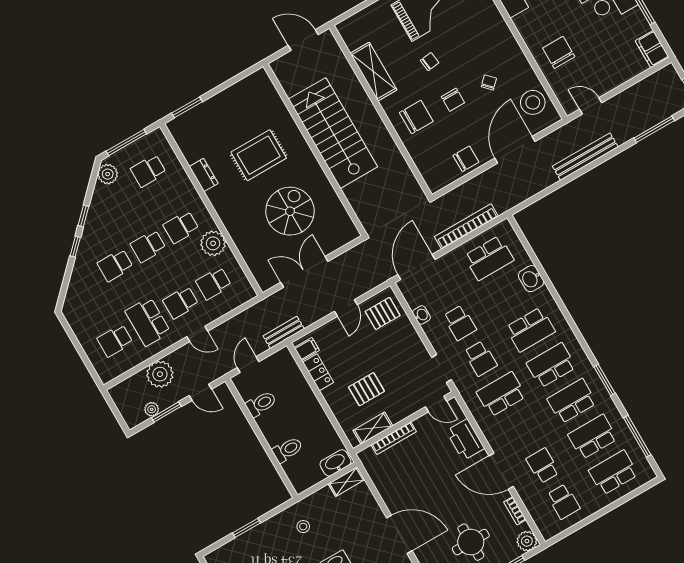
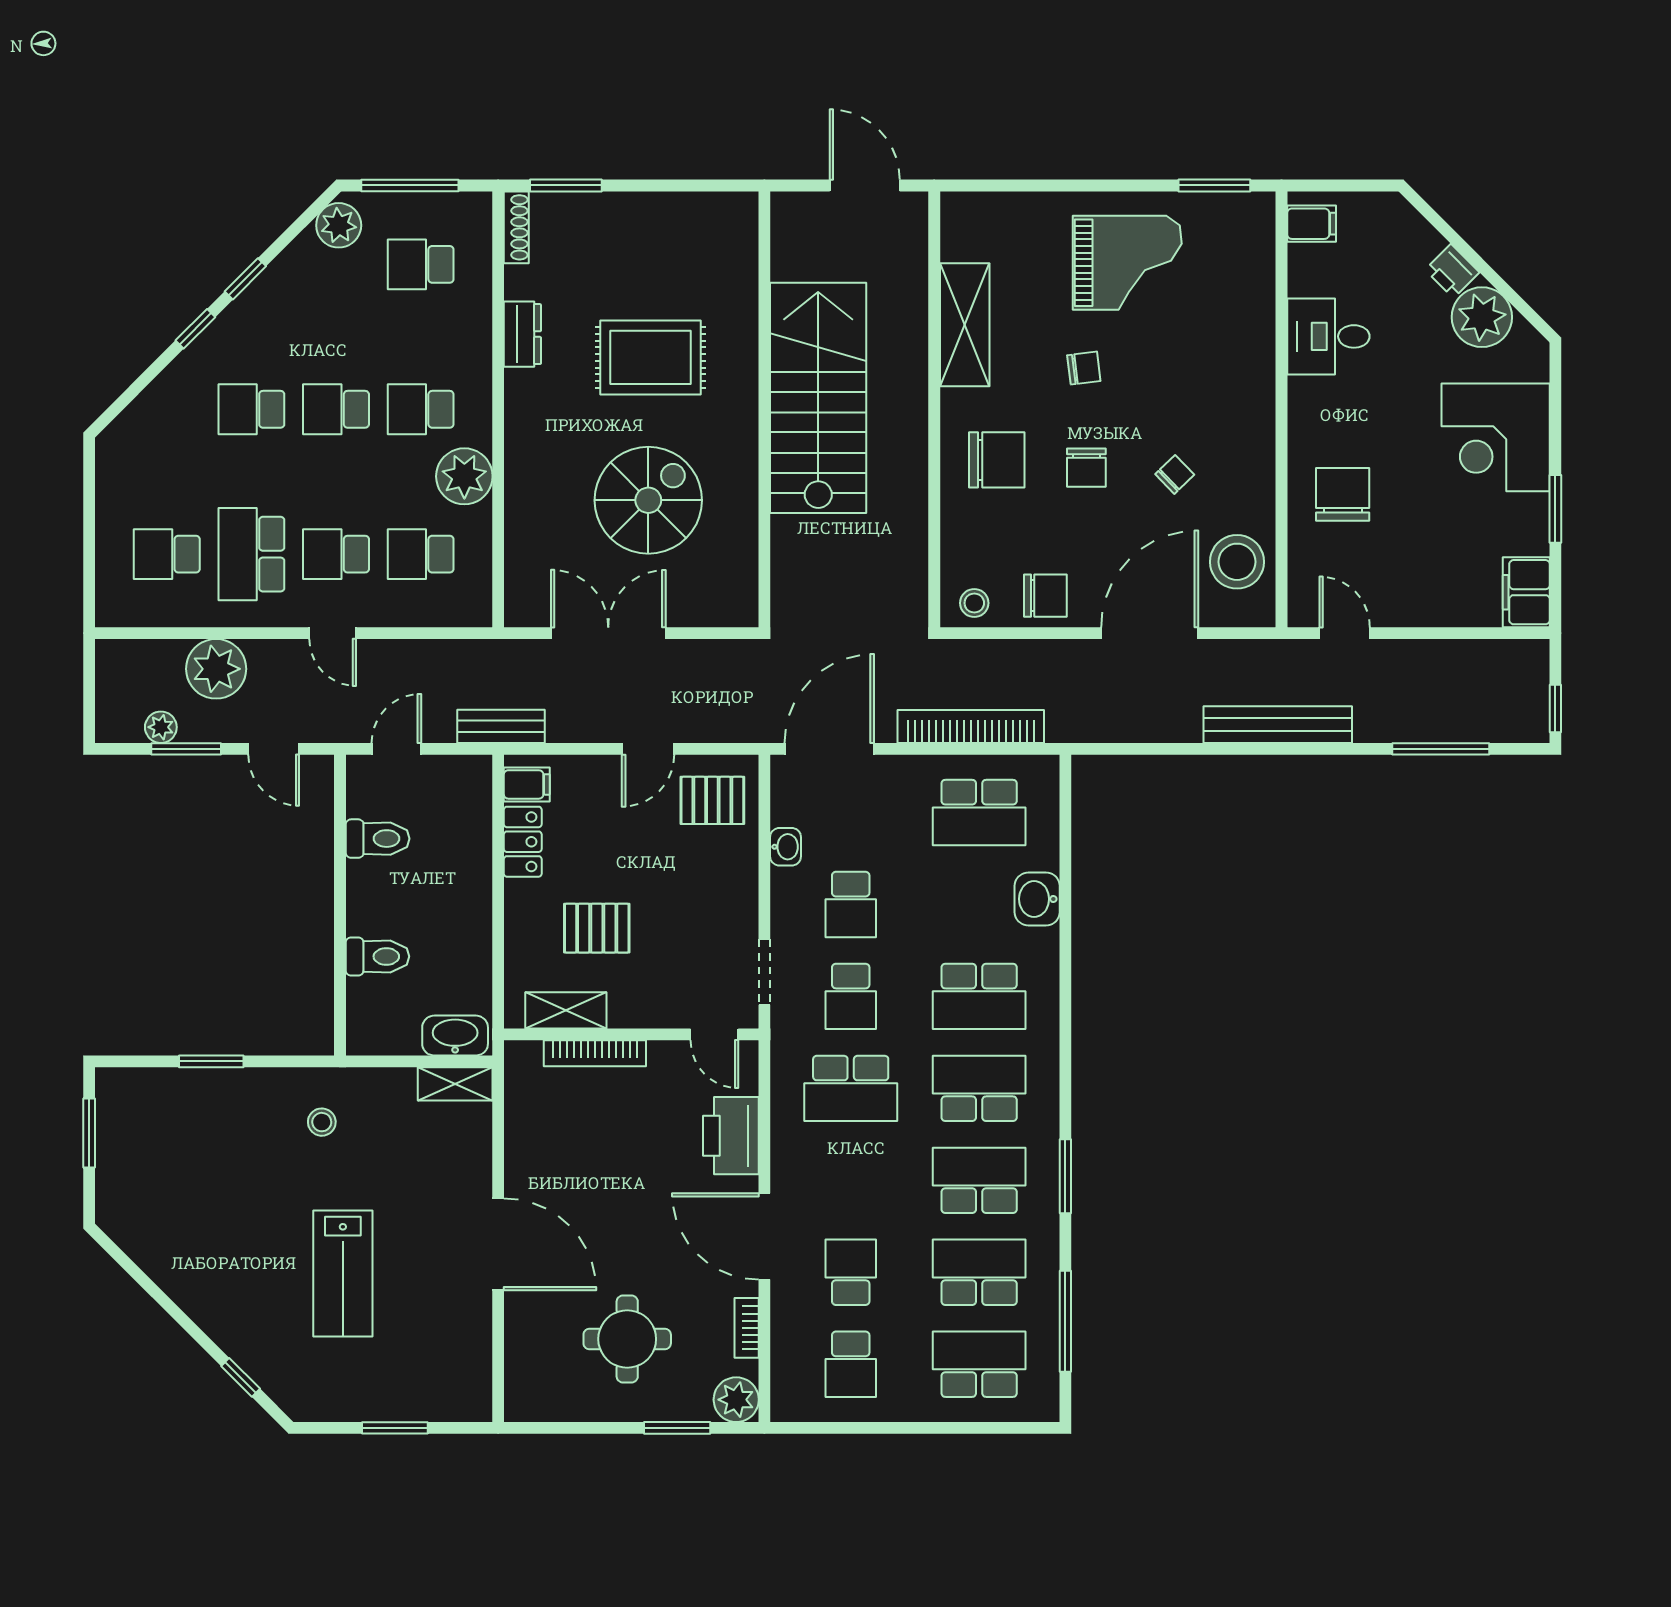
shoe rack: (177, 135) -> (516, 227), added
stool: (440, 178) -> (974, 603), added
school desk: (501, 394) -> (851, 1088), turned 180

